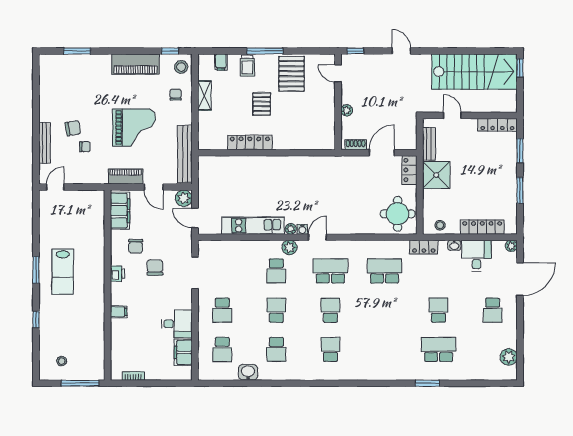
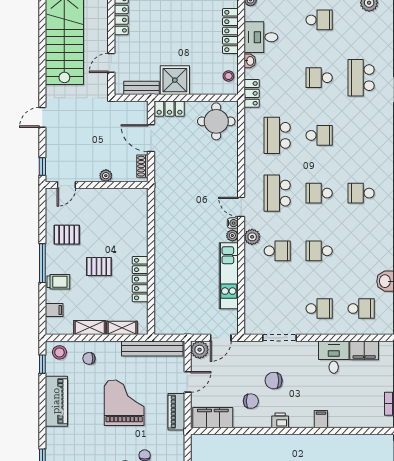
pallet: (292, 74) -> (67, 235), width x0.67, depth x0.71
shelving: (204, 126) -> (122, 328), added
school desk: (276, 349) -> (319, 135), moved

